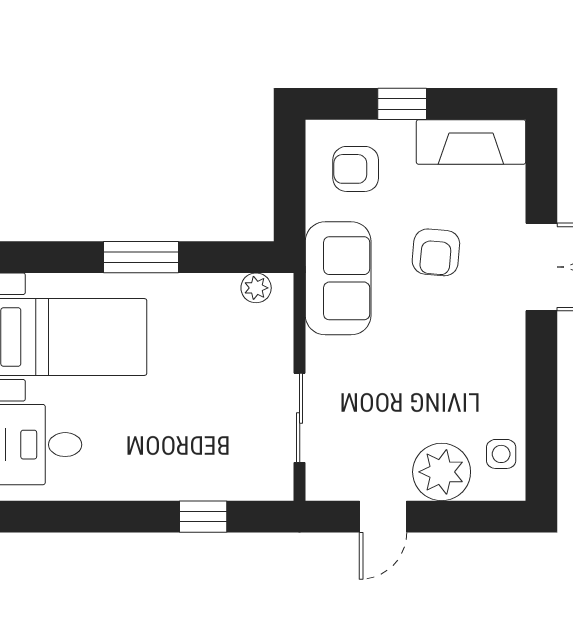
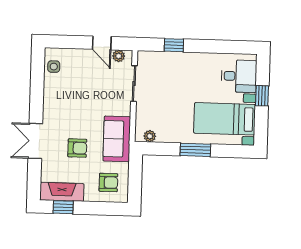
window: (402, 104) -> (63, 207), moved
armchair: (436, 252) -> (77, 148), turned 85
plant: (442, 472) -> (119, 56), moved, width x0.53, depth x0.53
door: (383, 517) -> (102, 43), swing flipped

